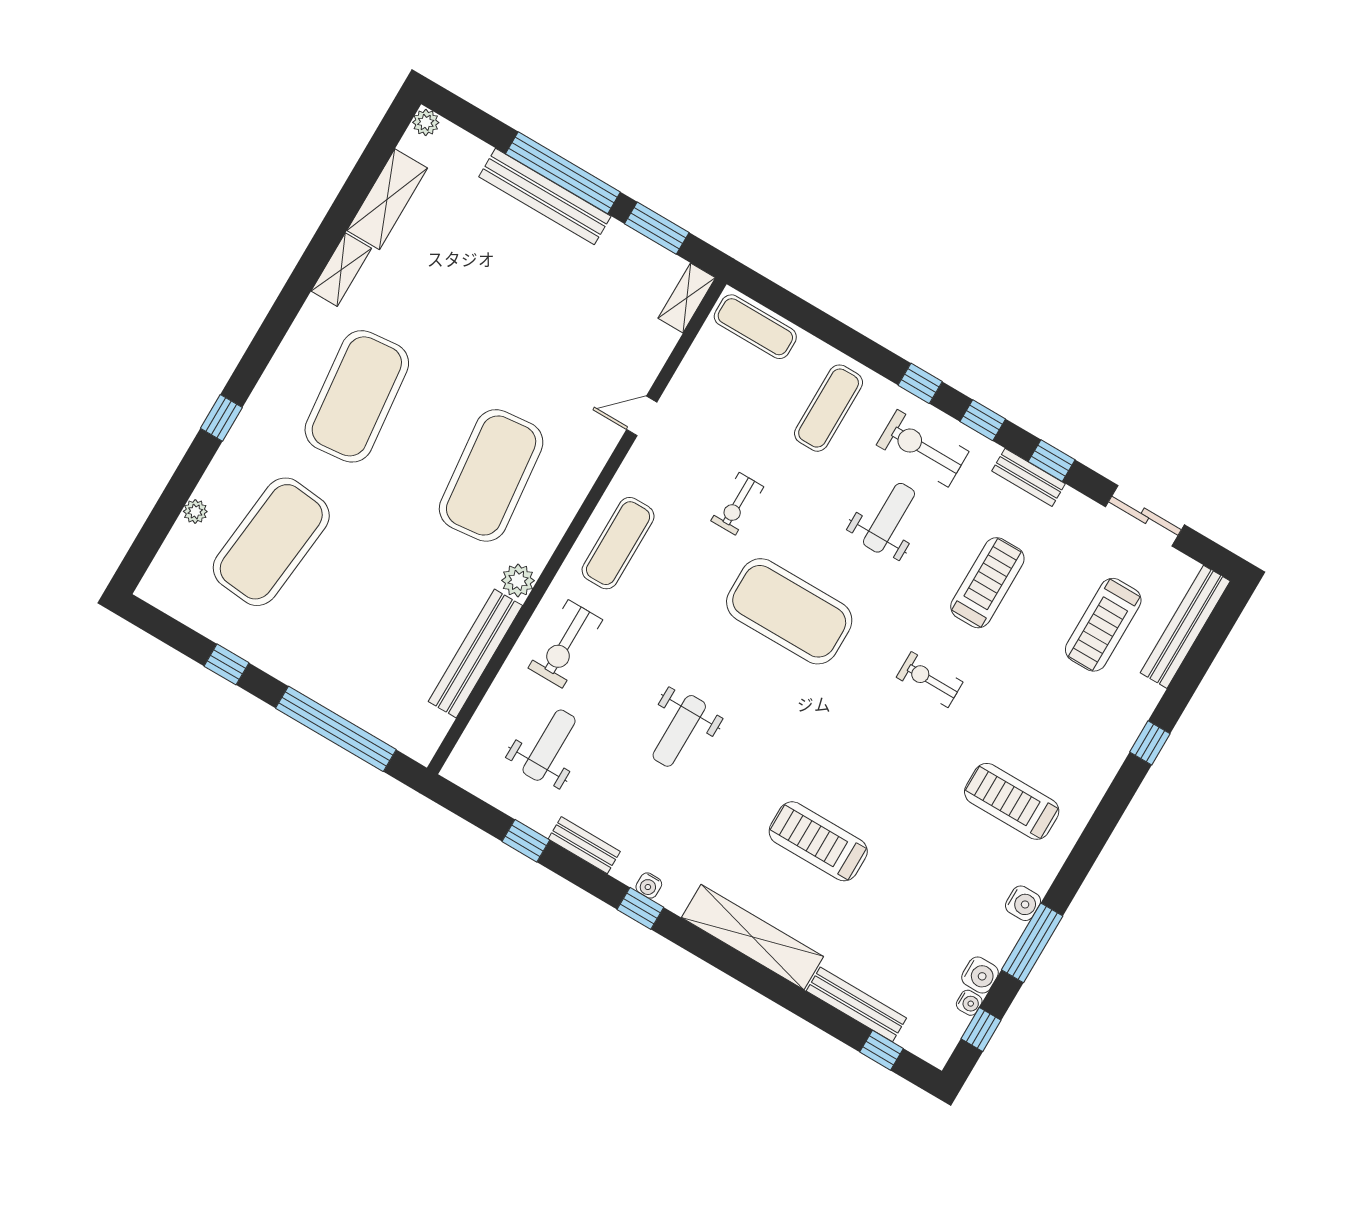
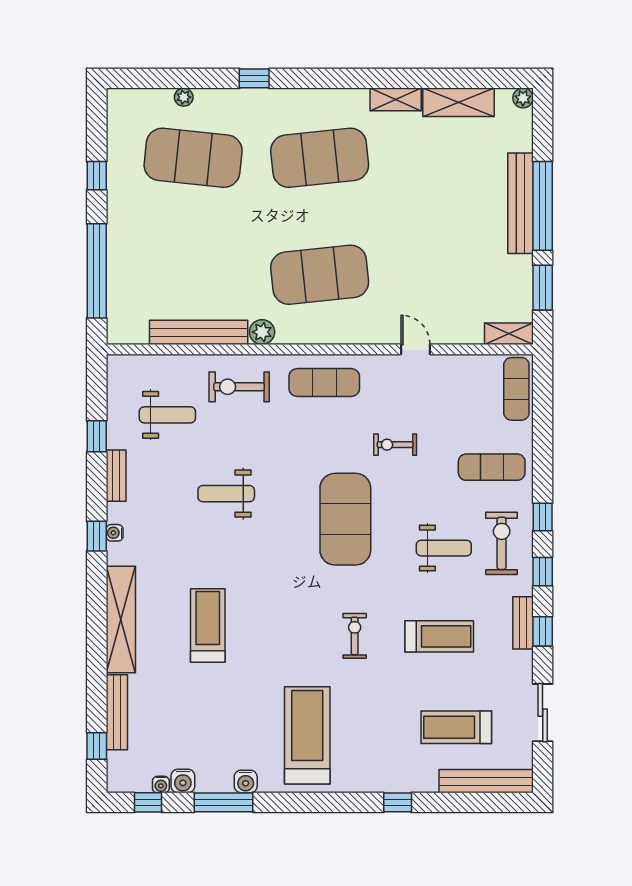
treadmill: (1012, 801) -> (307, 735), width x1.37, depth x1.38

